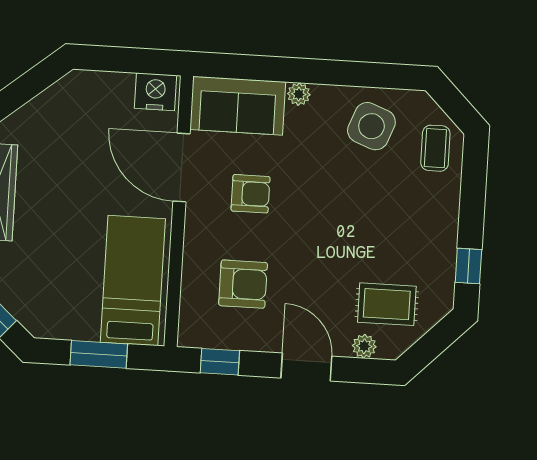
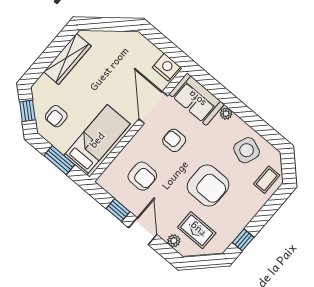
armchair: (251, 194) -> (174, 140), turned 180
armchair: (353, 224) -> (208, 186), added
armchair: (44, 291) -> (56, 116), added
window: (220, 362) -> (118, 210), moved

